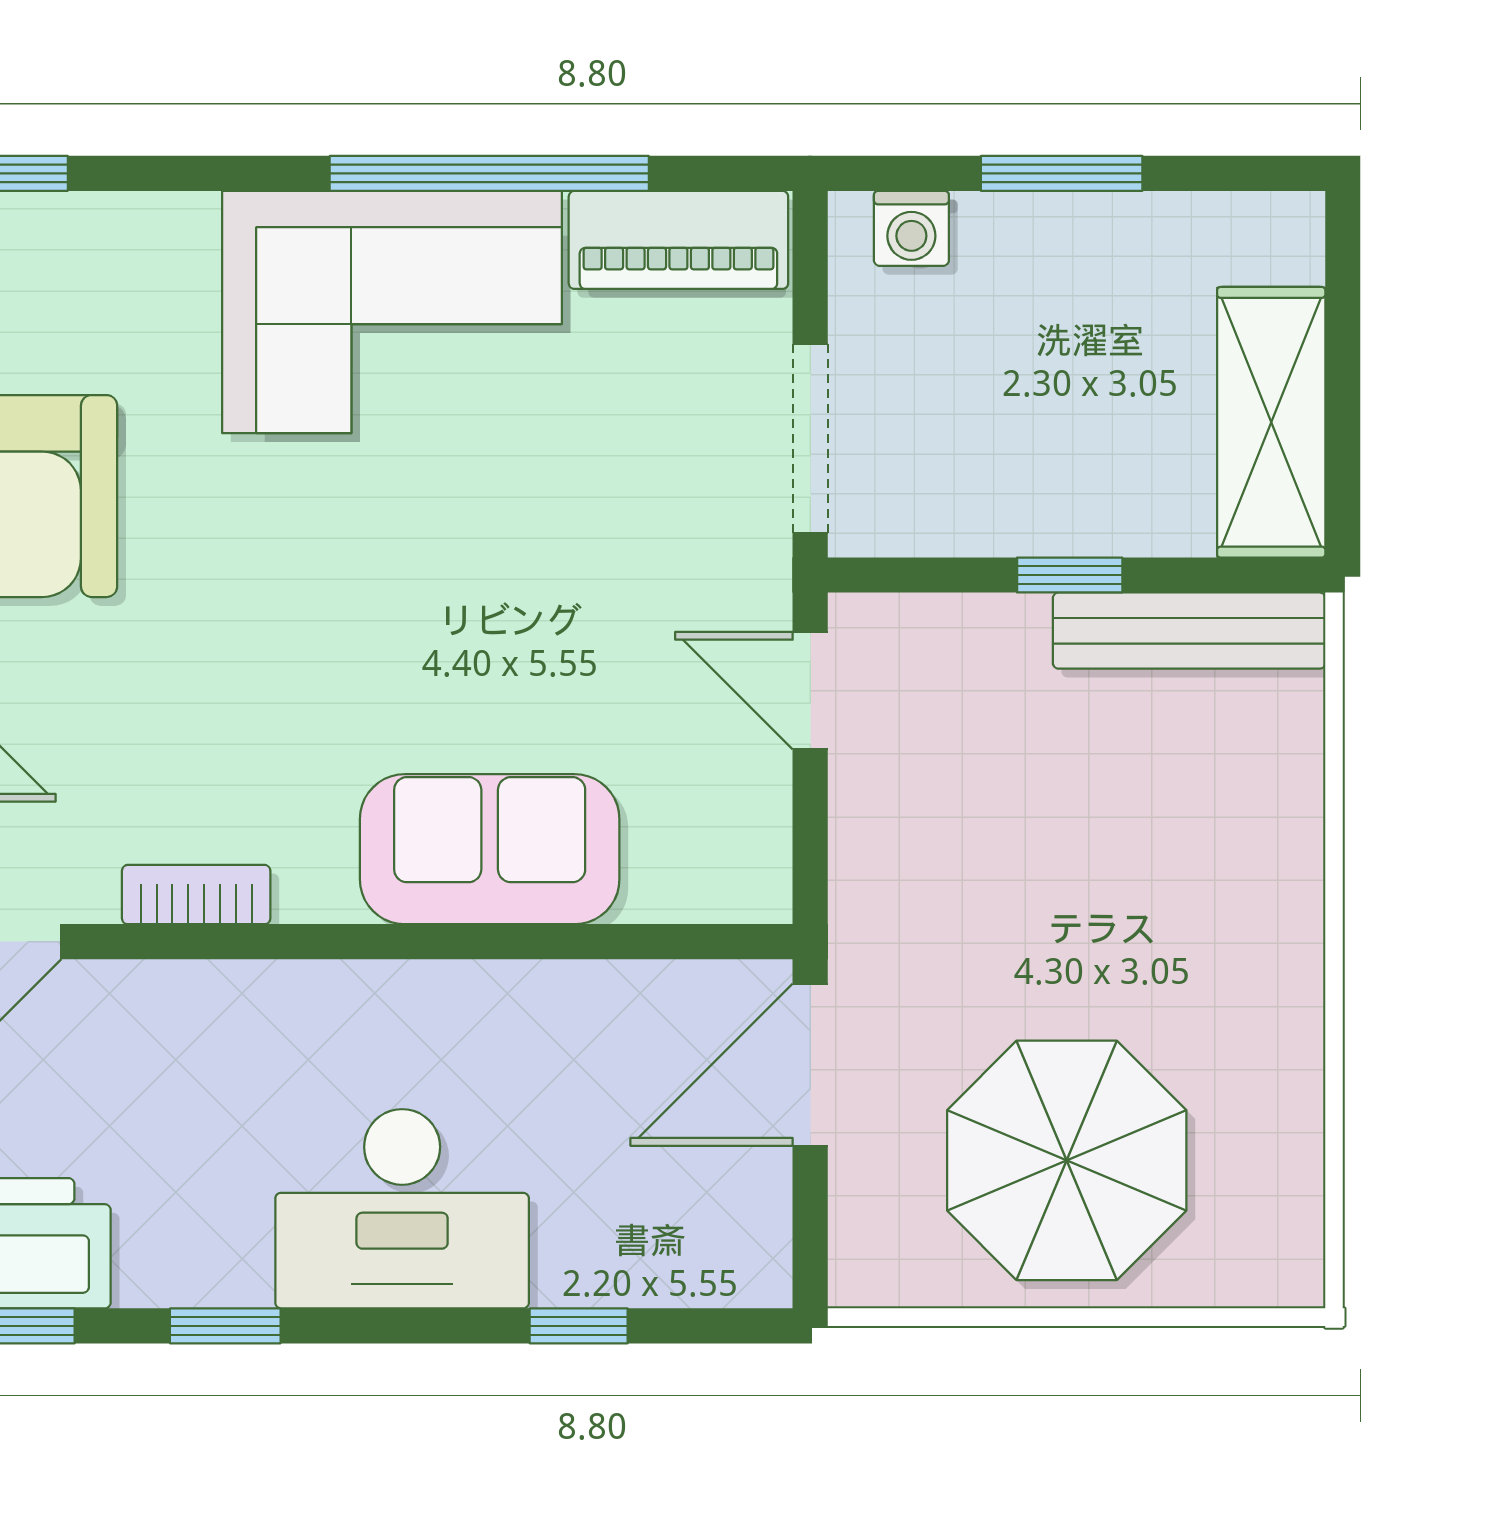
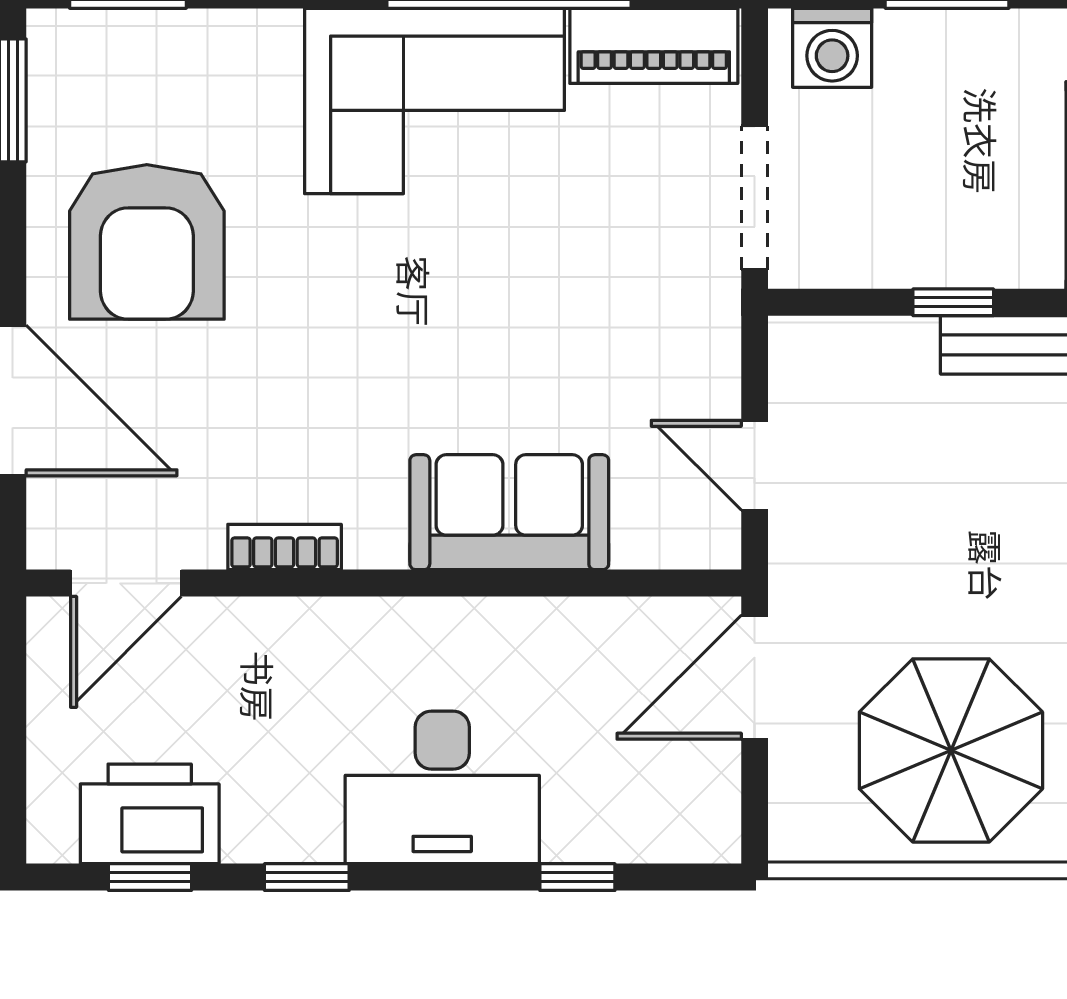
washing machine: (911, 228) -> (832, 48), width x1.38, depth x1.38
door: (810, 691) -> (755, 465), moved

